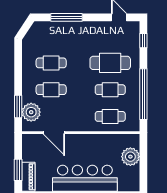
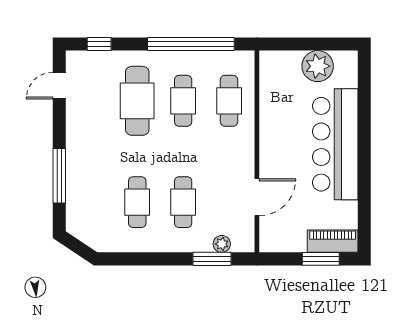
plant: (31, 112) -> (222, 244), width x0.53, depth x0.53
plant: (130, 157) -> (318, 66), moved

